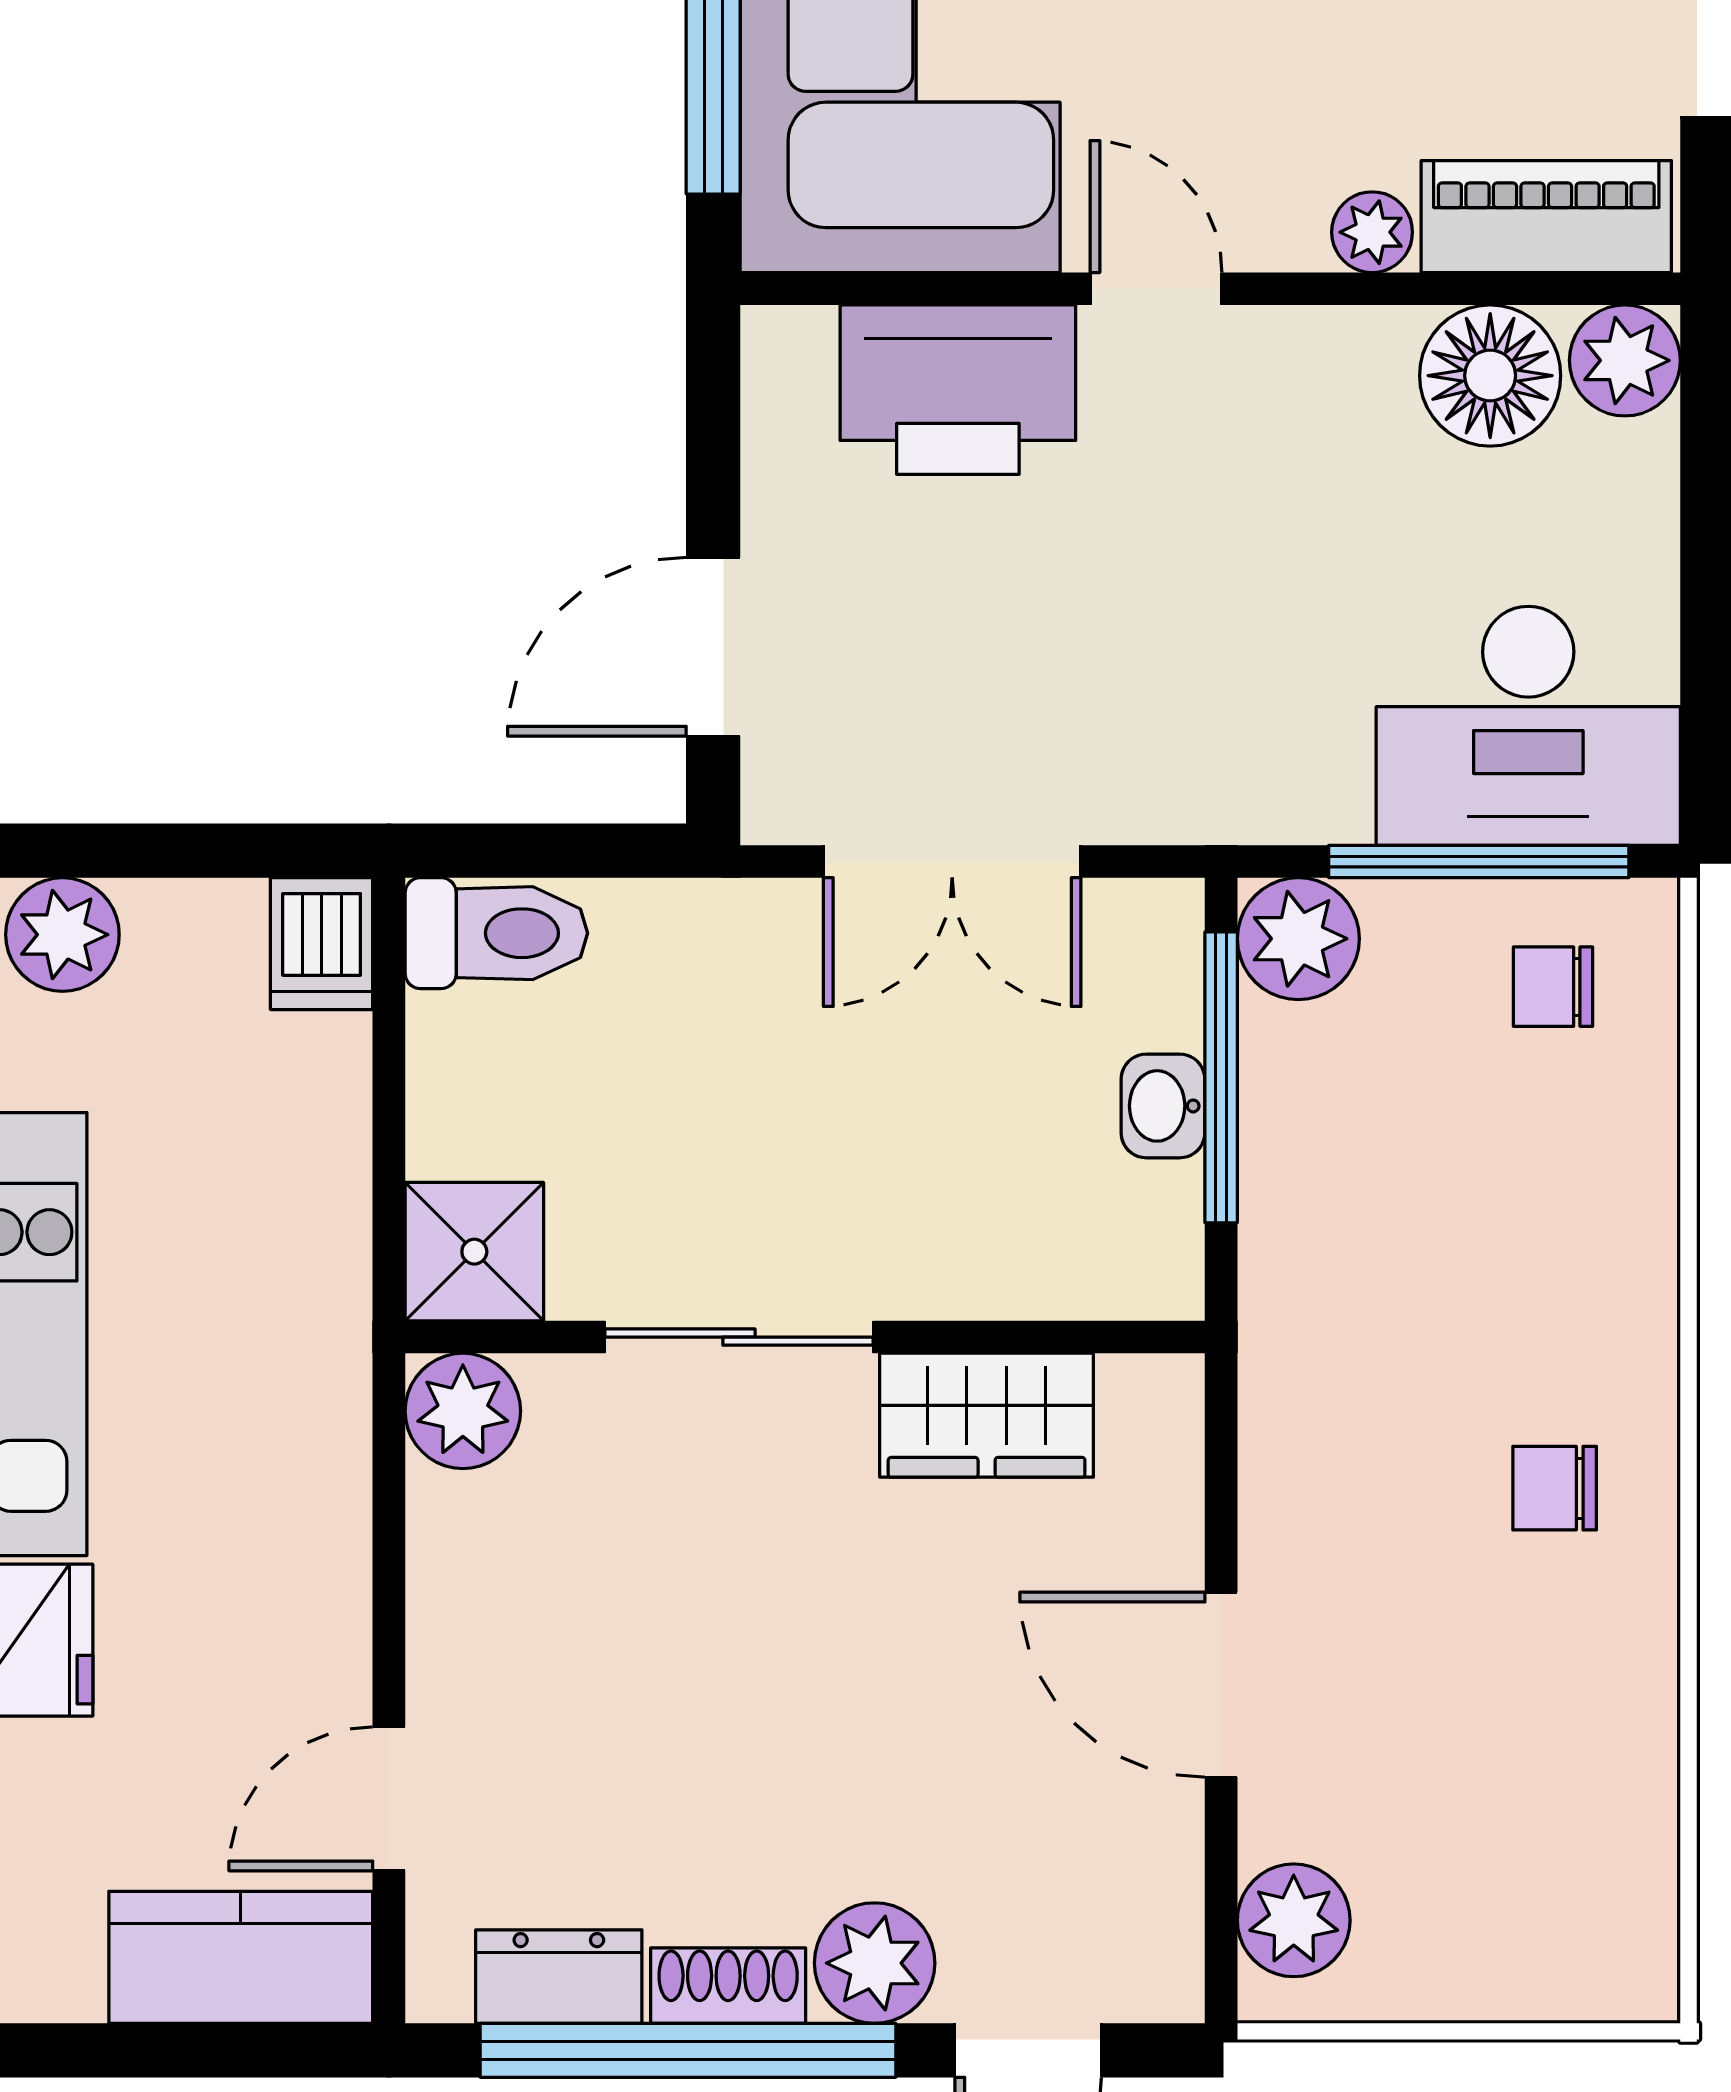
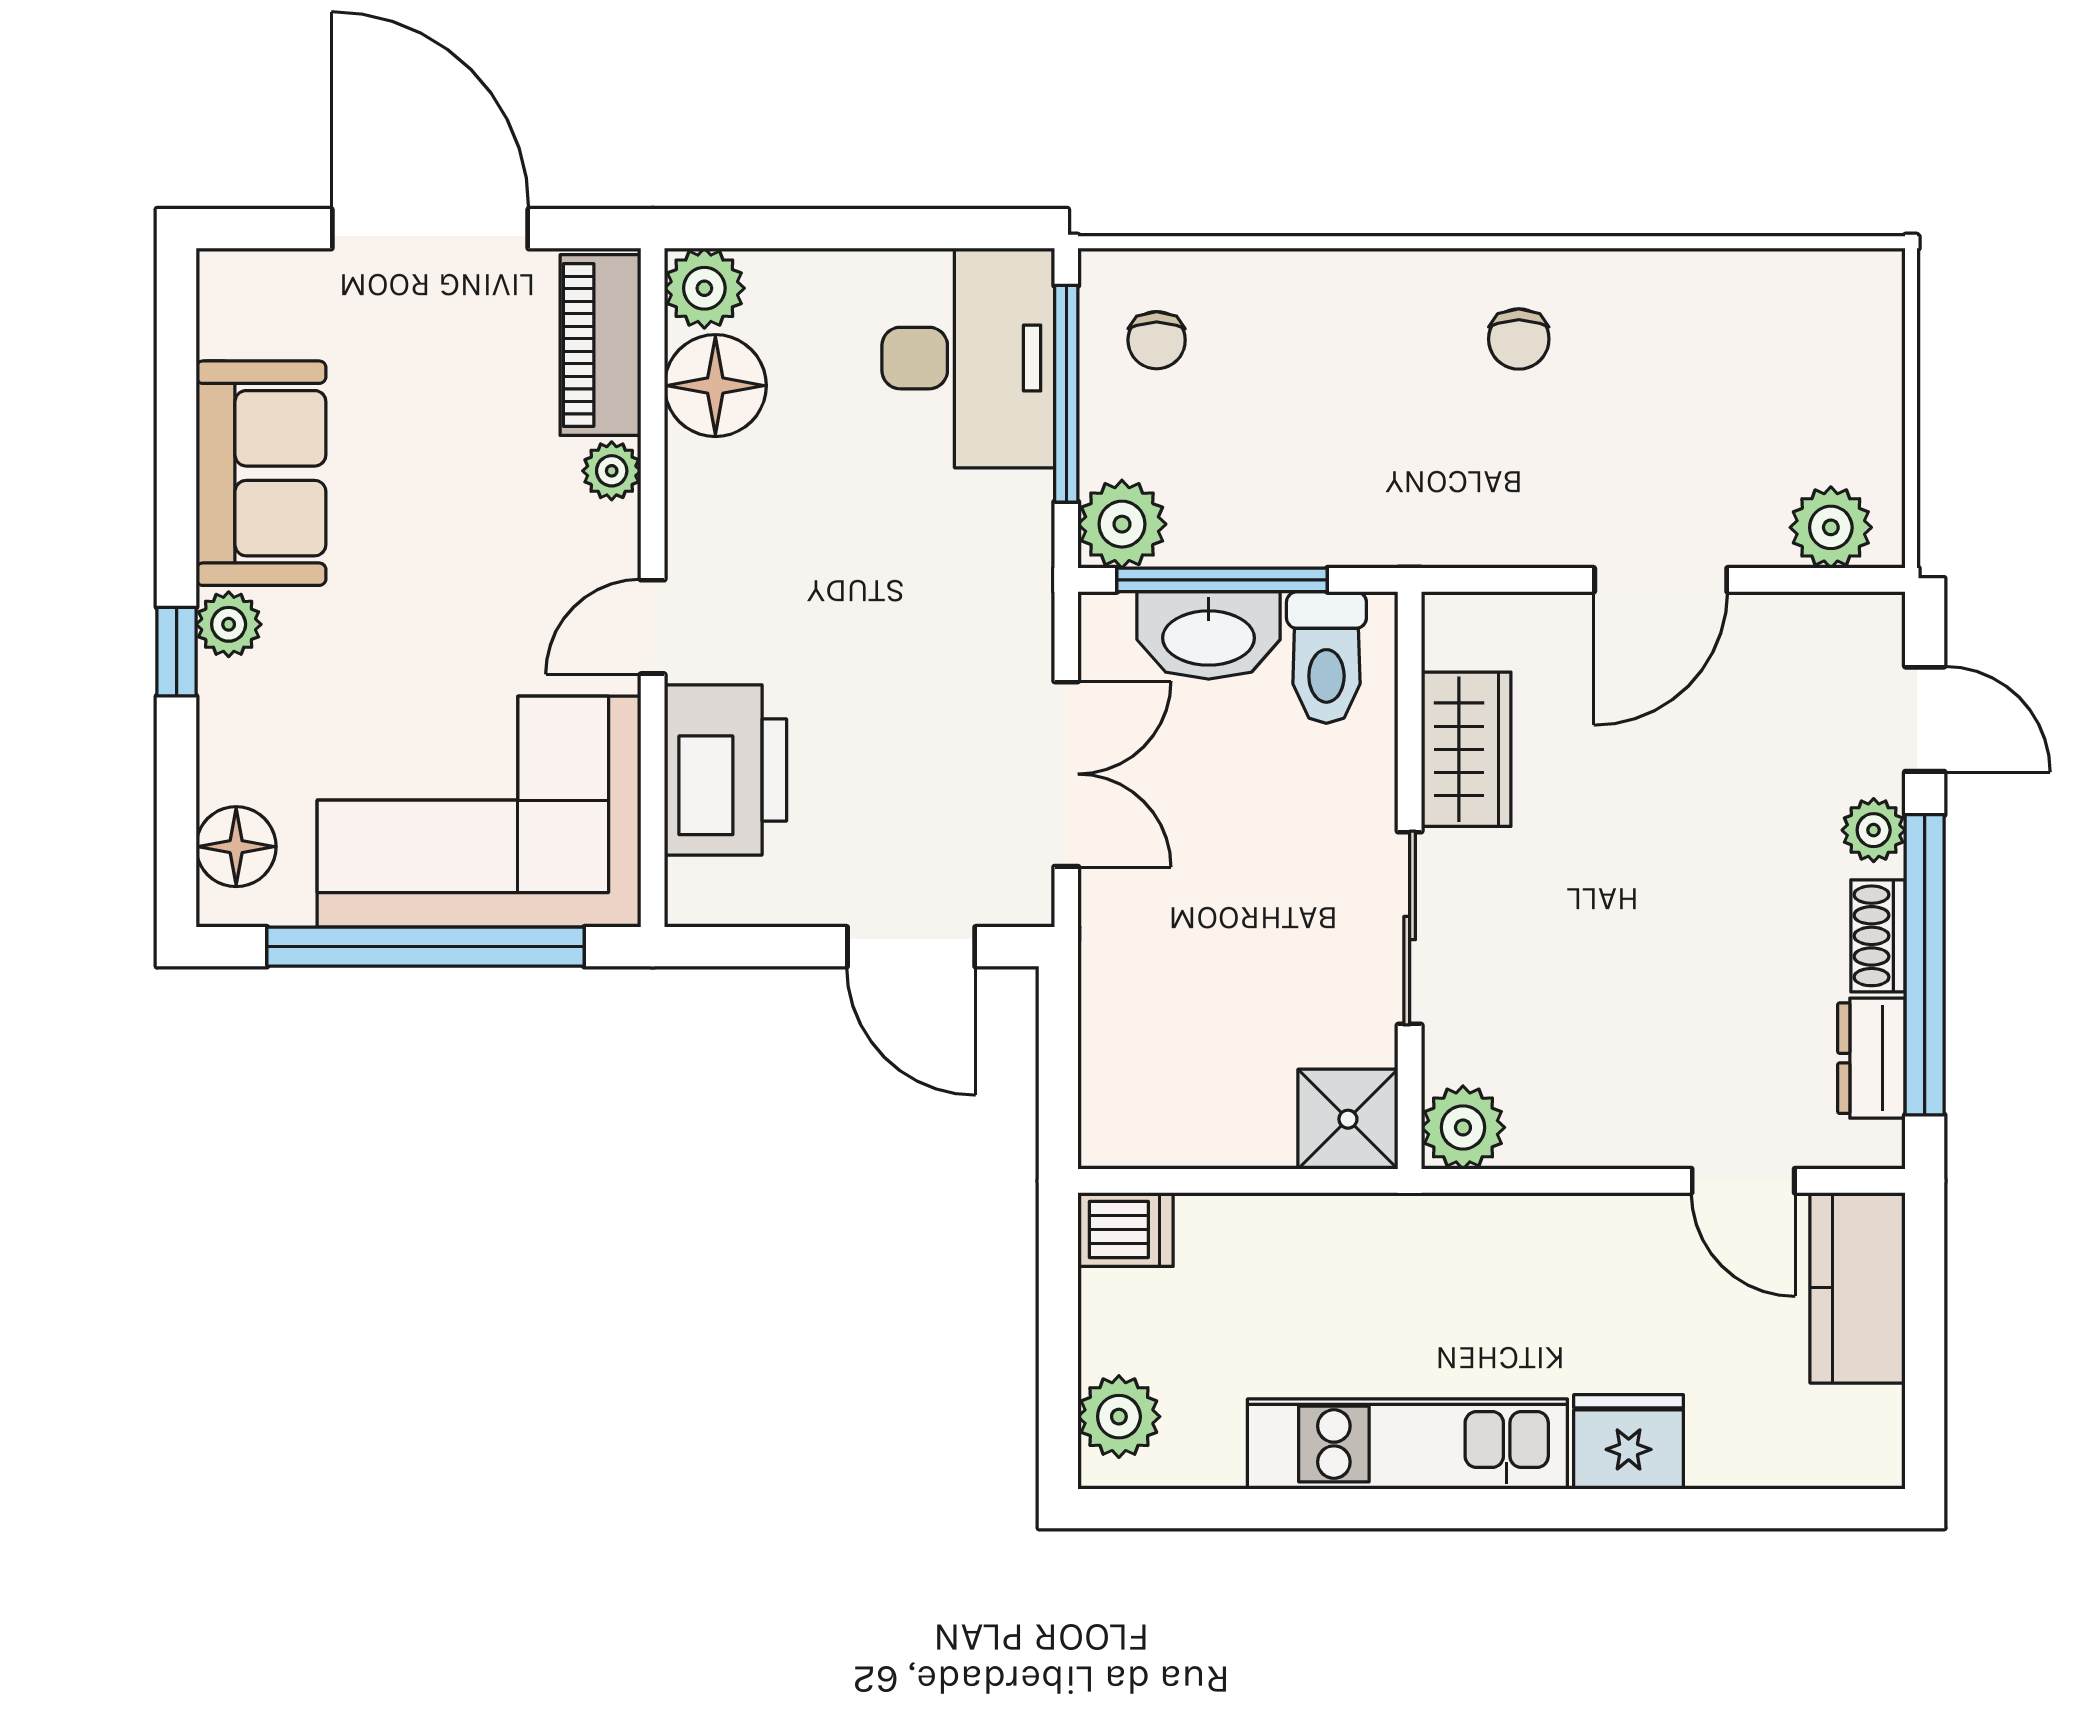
toilet: (496, 933) -> (1326, 657), moved, turned 180
washbasin: (1163, 1106) -> (1209, 635), width x1.91, depth x1.45
plant: (875, 1963) -> (1874, 830), width x0.73, depth x0.73

